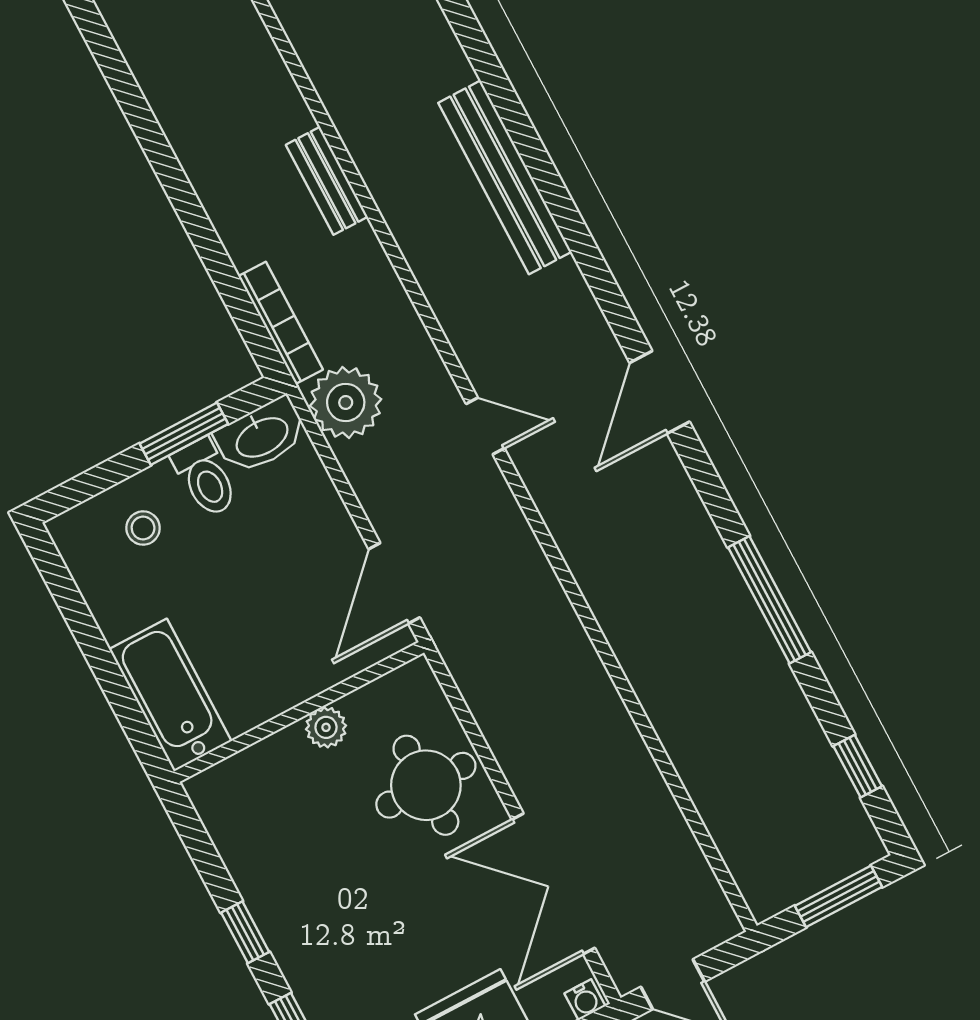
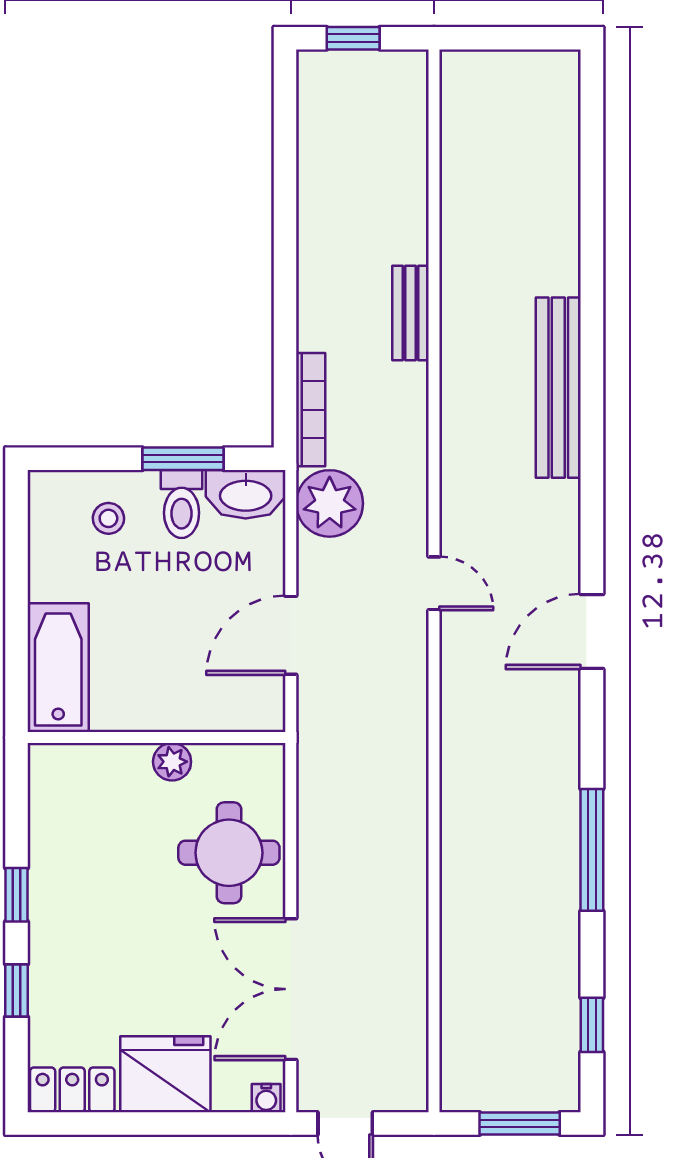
door: (394, 583) -> (291, 635), moved

